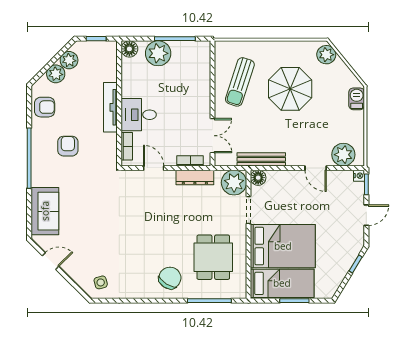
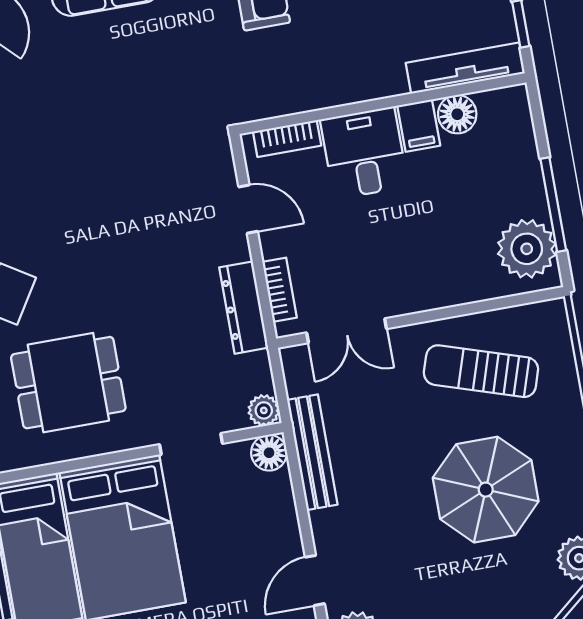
floor lamp: (129, 49) -> (457, 114), moved
plant: (158, 53) -> (527, 249), moved
filing cabinet: (131, 90) -> (419, 126), added
tv unit: (110, 107) -> (465, 68), moved
door: (154, 168) -> (248, 209), hinge flipped
plant: (234, 183) -> (264, 410), width x0.53, depth x0.53

